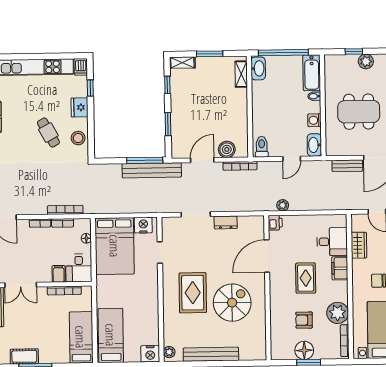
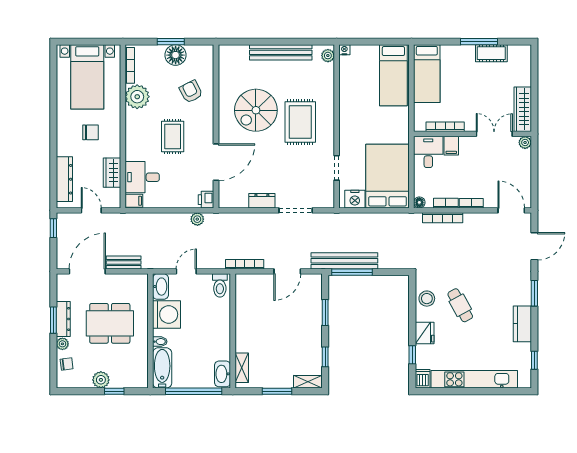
washing machine: (314, 120) -> (166, 314), width x1.89, depth x1.89
boiler: (227, 149) -> (259, 283), removed
floor lamp: (86, 238) -> (419, 202), moved
filing cabinet: (340, 268) -> (134, 201), moved, width x0.50
armchair: (304, 320) -> (191, 92), moved, turned -117
nightstand: (150, 354) -> (344, 50), width x0.53, depth x0.56

